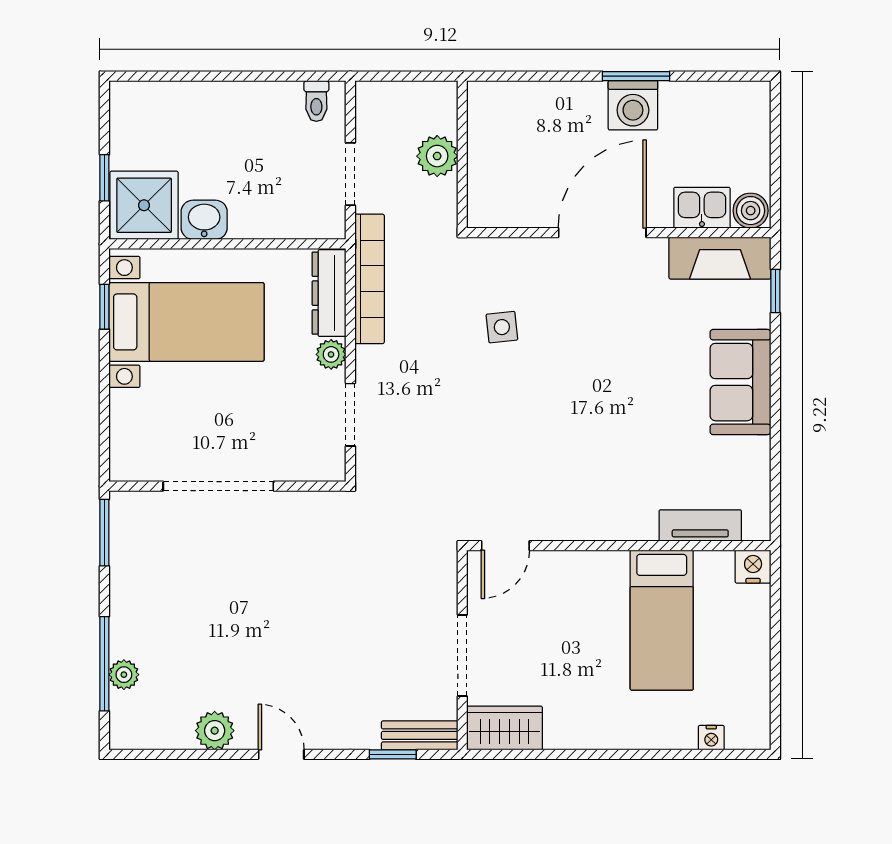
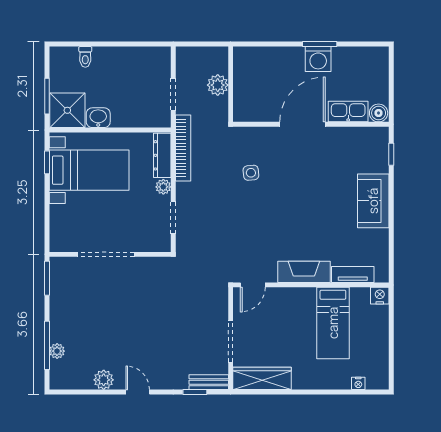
toilet: (316, 101) -> (85, 57), moved
window: (104, 178) -> (47, 96), width x1.50
kitchen sink: (702, 208) -> (348, 112), width x1.38
fireplace: (720, 258) -> (304, 272), moved, turned 180
wardrobe: (505, 728) -> (262, 378), width x1.50

